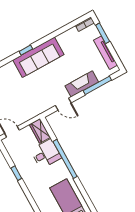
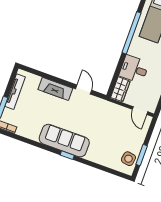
window: (97, 85) -> (46, 76), removed
window: (65, 159) -> (131, 33), moved

